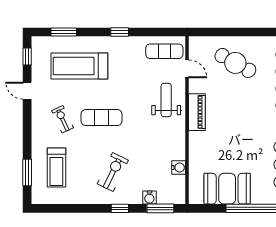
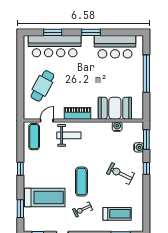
treadmill: (79, 66) -> (45, 197), turned -90
weight bench: (166, 100) -> (69, 135), turned 180
booth: (227, 189) -> (115, 108), moved, turned 90

